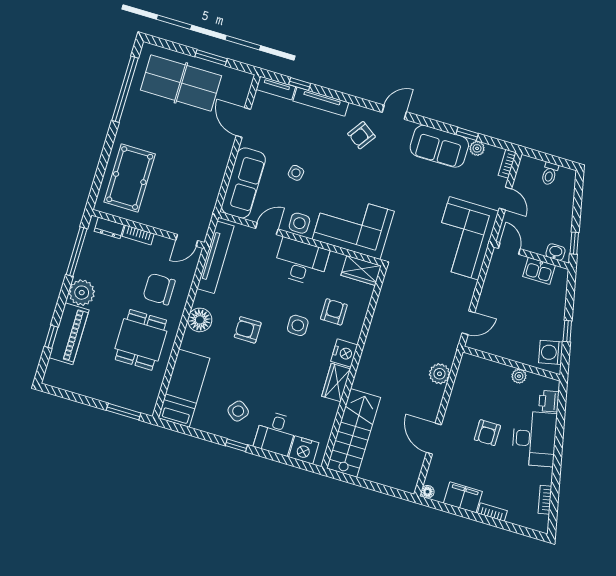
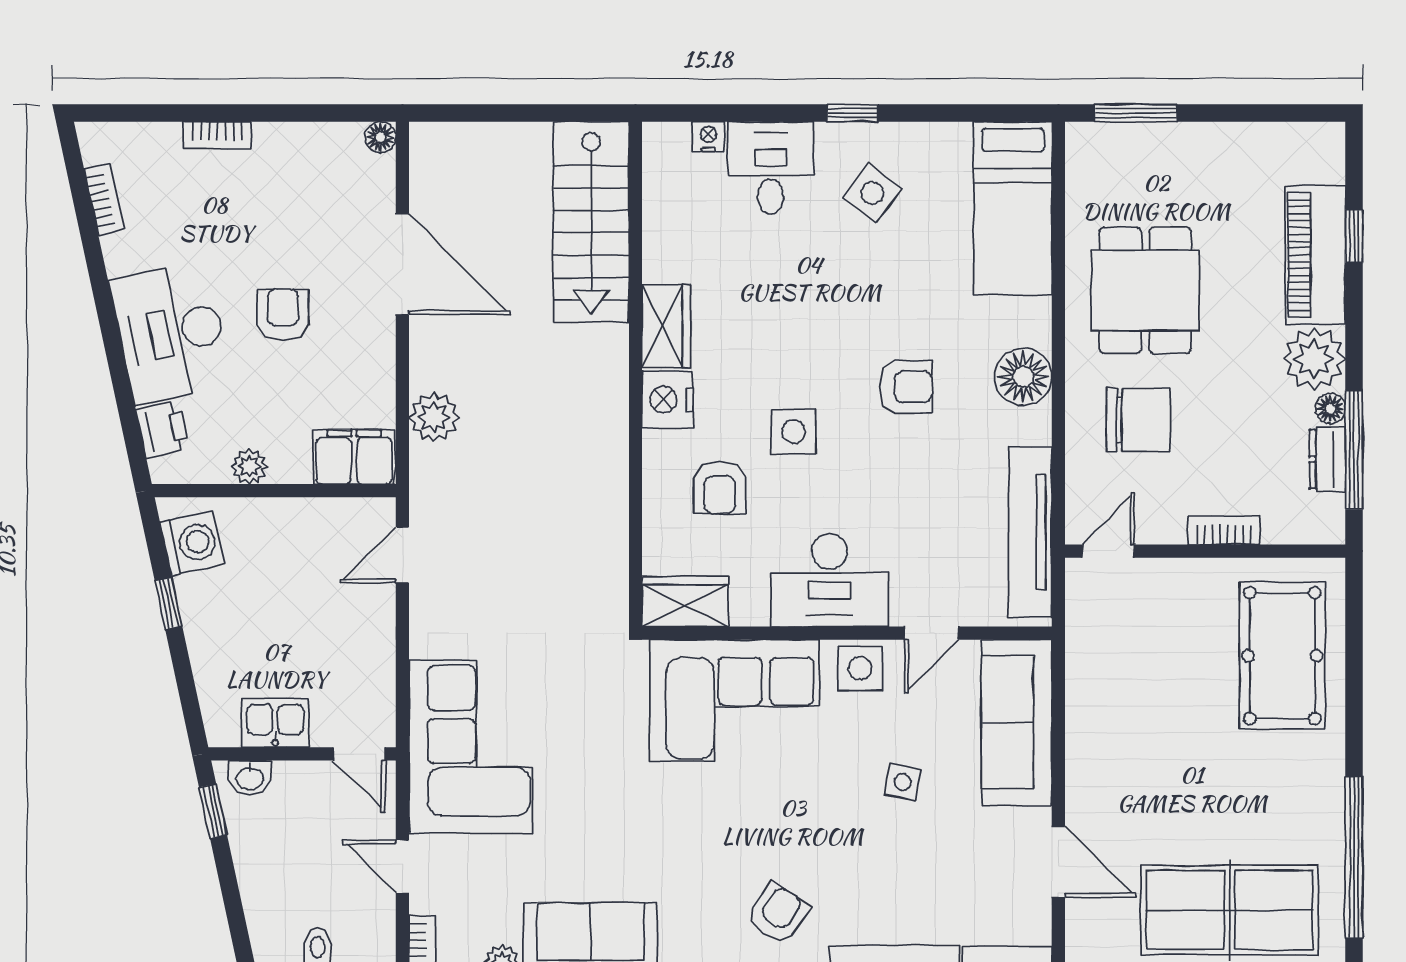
dresser: (109, 228) -> (1327, 459), moved, turned -90
floor lamp: (81, 271) -> (1330, 409), added
door: (434, 439) -> (402, 264), width x1.36
nightstand: (304, 450) -> (708, 137), width x0.53, depth x0.56
filing cabinet: (463, 497) -> (354, 457), moved, turned 180

